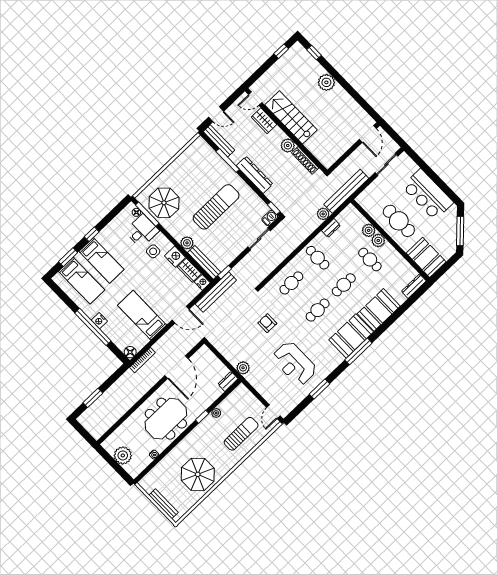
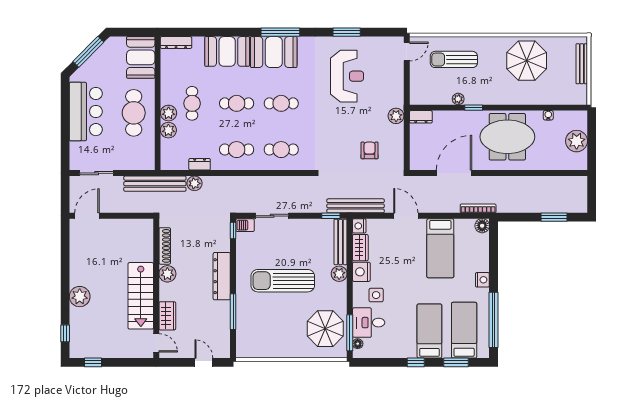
bench: (219, 141) -> (224, 336), removed
cafe table: (318, 258) -> (237, 150), turned 90
armchair: (267, 323) -> (370, 150), moved, turned 180
window: (93, 327) -> (493, 320), moved

